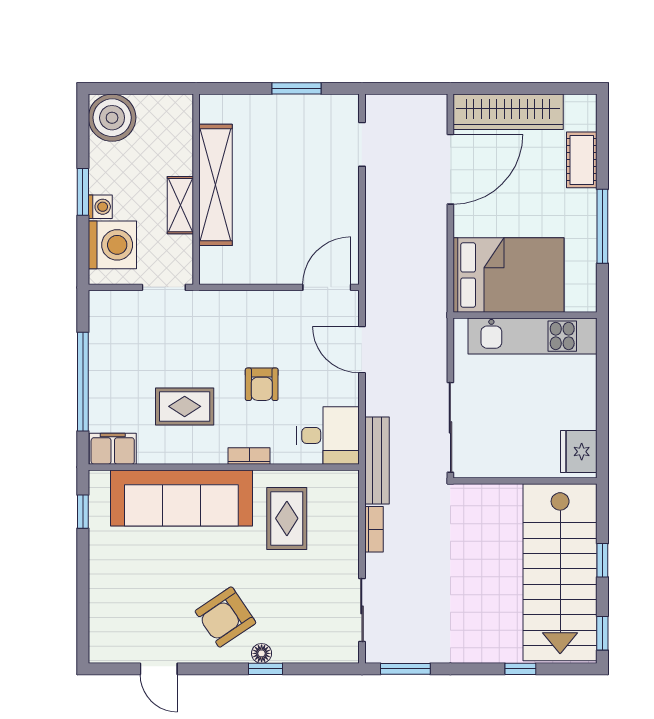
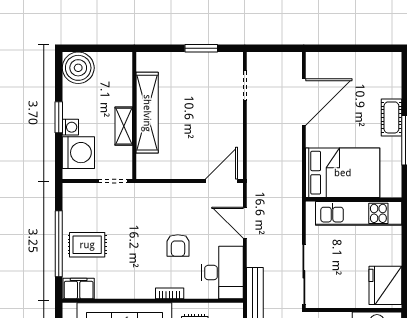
wardrobe: (508, 112) -> (342, 64), removed
cot: (582, 160) -> (391, 117), moved
rug: (185, 406) -> (87, 245), moved
desk: (328, 435) -> (222, 273), width x1.37
fridge: (579, 452) -> (385, 285), width x1.36, depth x1.34

